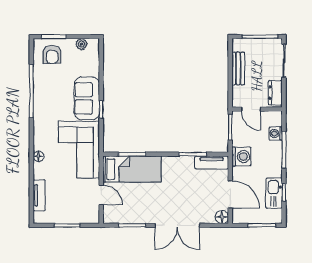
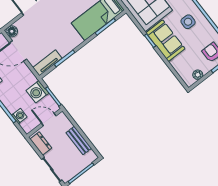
side table: (53, 100) -> (188, 22), added
washing machine: (241, 157) -> (37, 92), moved

